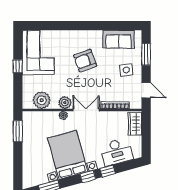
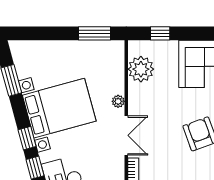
window: (18, 66) -> (160, 33), moved
plant: (65, 103) -> (137, 104), removed

